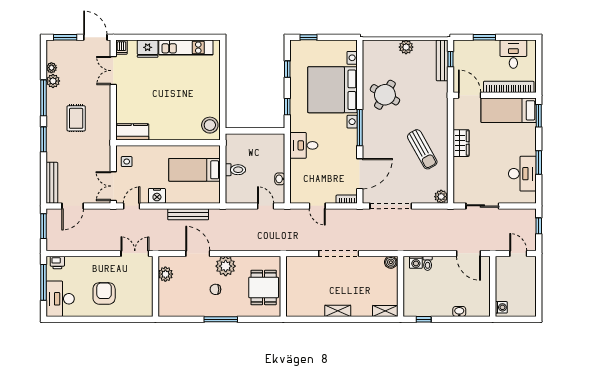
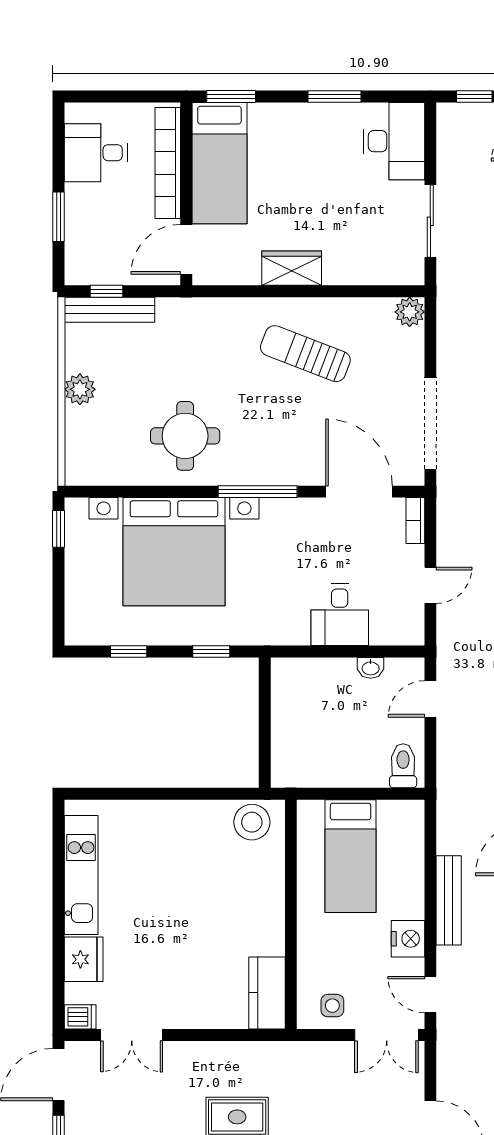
window: (309, 37) -> (58, 529), moved
round table: (385, 95) -> (185, 436), turned -30
desk: (304, 145) -> (340, 615), moved
sun lounger: (422, 149) -> (305, 354), turned -130
toilet: (235, 170) -> (403, 766), moved
desk: (522, 174) -> (394, 141), moved, turned 90
bench: (188, 214) -> (449, 900), moved

